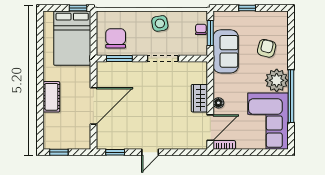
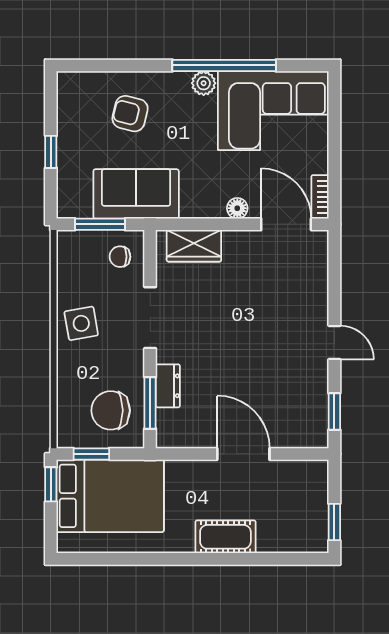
window: (93, 29) -> (91, 454), added
chair: (201, 29) -> (120, 257), moved
dresser: (128, 68) -> (168, 386), added
plant: (277, 80) -> (204, 83), width x0.53, depth x0.53
wardrobe: (199, 98) -> (194, 246), moved
door: (93, 106) -> (243, 454), width x0.73

